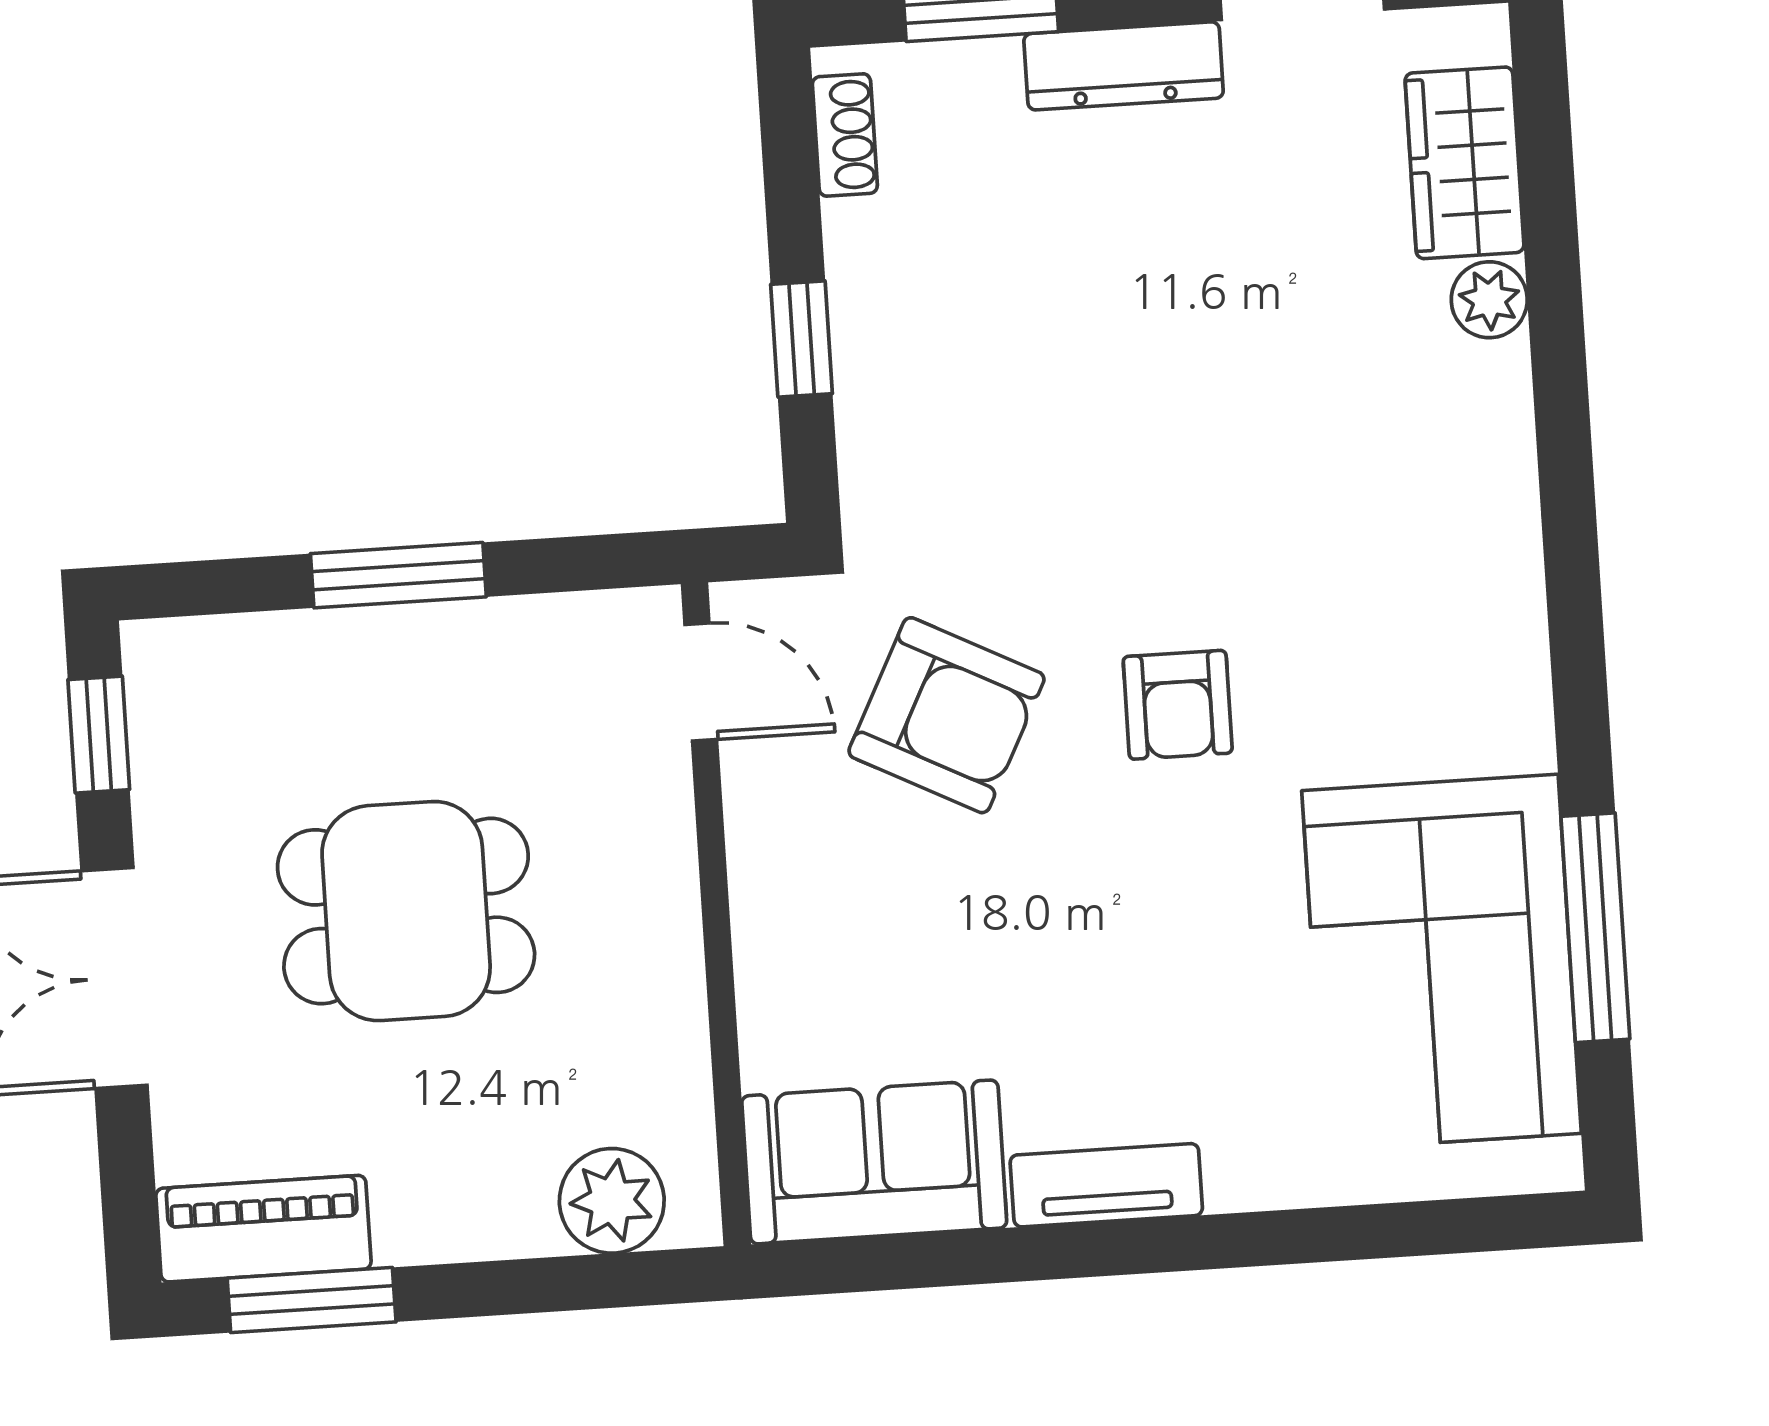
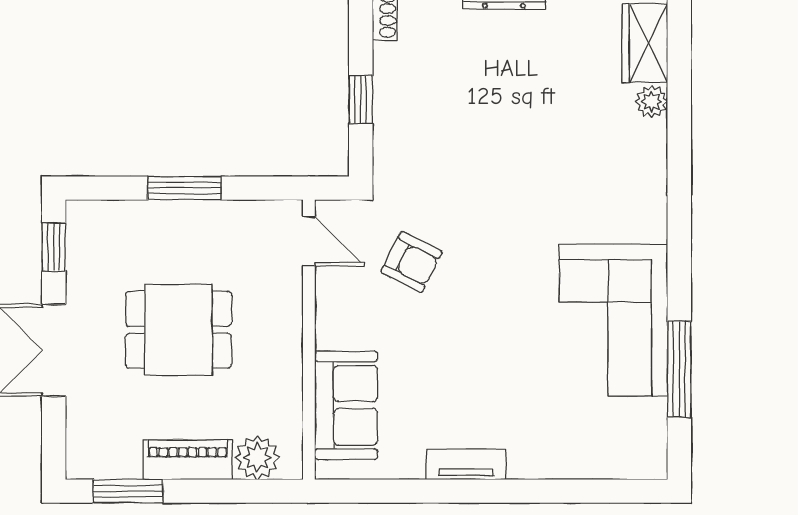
armchair: (1178, 705) -> (509, 264), removed
armchair: (946, 715) -> (412, 262), width x0.72, depth x0.72
corner sofa: (1442, 962) -> (613, 320), moved
sofa: (874, 1162) -> (346, 405), moved, turned 90
piano: (263, 1229) -> (188, 460), moved

